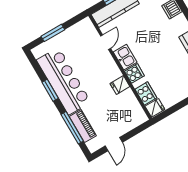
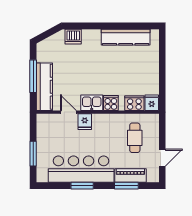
fridge: (120, 85) -> (85, 122), moved
cafe table: (117, 111) -> (135, 138), added
window: (72, 128) -> (126, 186), width x0.69
door: (114, 144) -> (162, 158), hinge flipped

